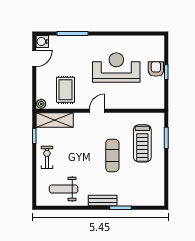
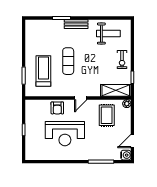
armchair: (156, 69) -> (57, 108), moved

